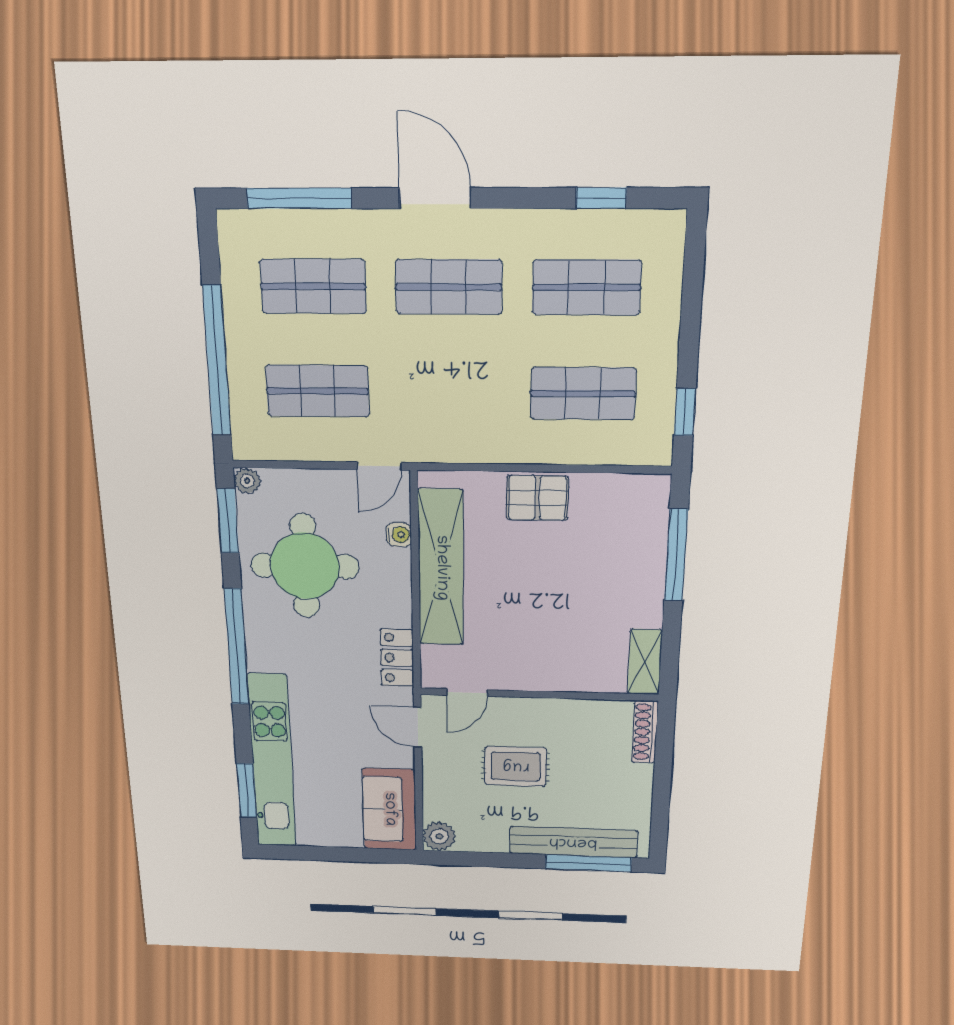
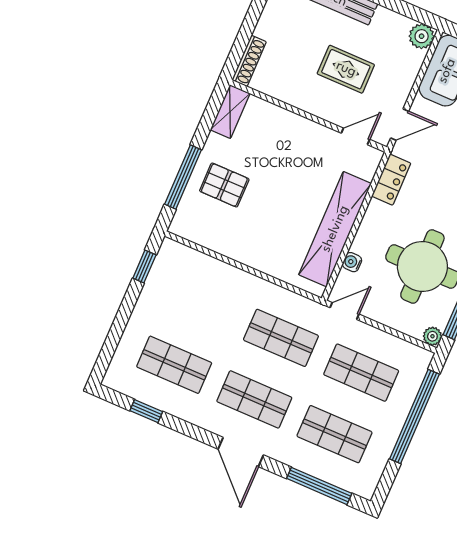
shop shelf: (583, 394) -> (281, 338), moved
pallet: (537, 498) -> (224, 185), moved
door: (418, 727) -> (400, 125), hinge flipped

